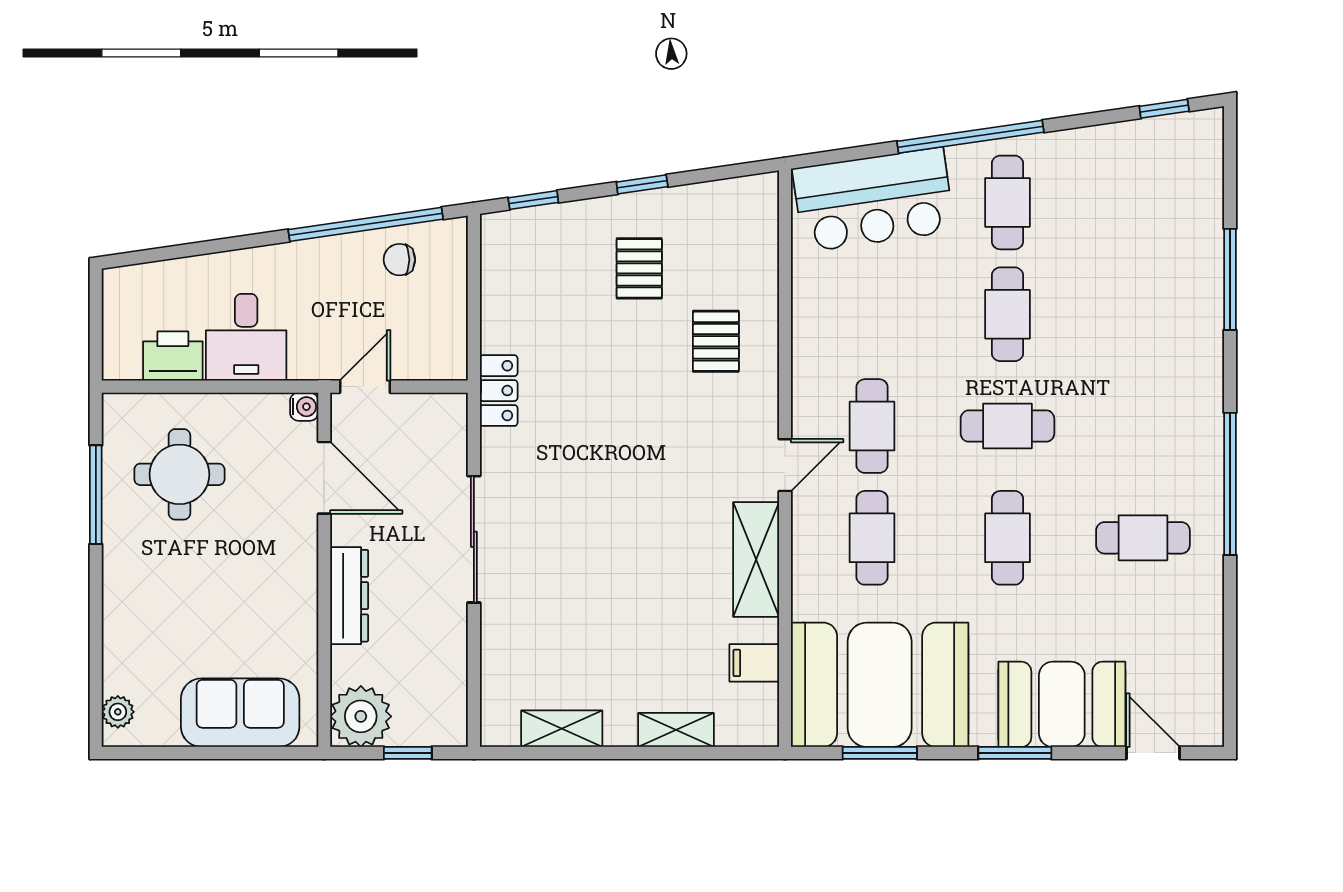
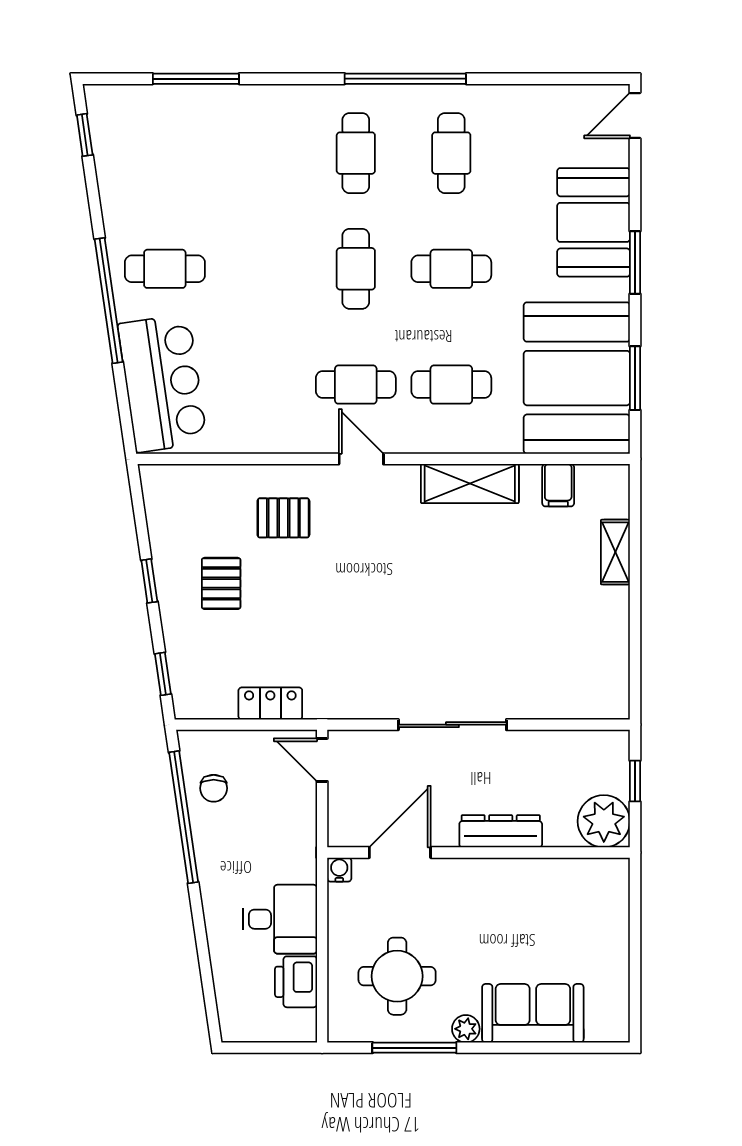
pallet: (639, 268) -> (221, 583), turned 90
window: (1230, 279) -> (196, 79), moved
cafe table: (1007, 314) -> (356, 153), moved, turned 90
door: (365, 387) -> (322, 760), moved
locker: (499, 391) -> (270, 703), moved
door: (785, 465) -> (361, 459), moved
plant: (118, 712) -> (466, 1029), moved
sofa: (240, 713) -> (533, 1013), moved, turned 90
shelving: (562, 729) -> (614, 650), removed
door: (1153, 753) -> (635, 115), moved

